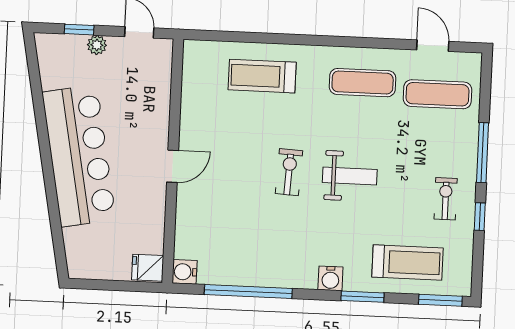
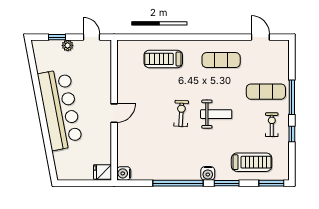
exercise mat: (437, 94) -> (266, 92), moved
window: (248, 292) -> (178, 183), moved

